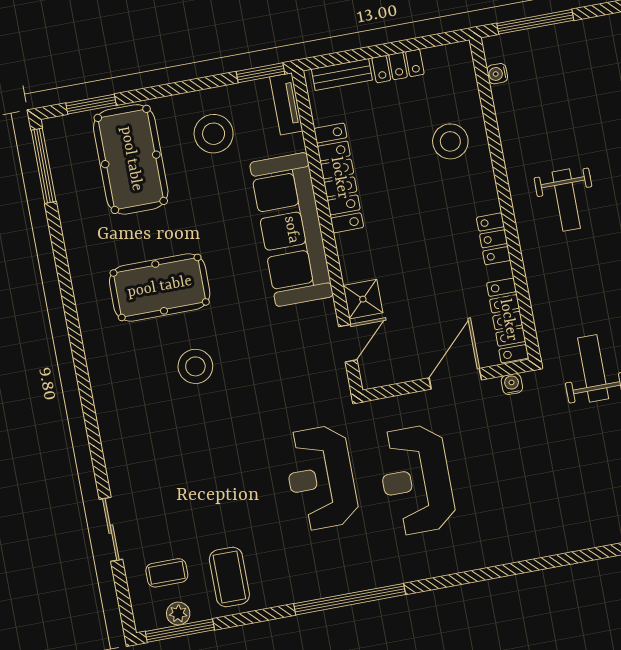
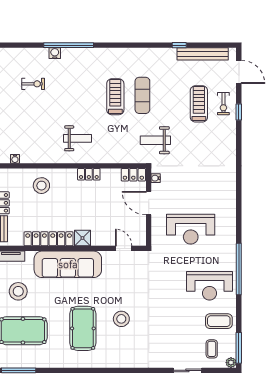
shower: (363, 299) -> (82, 238), moved
locker: (508, 320) -> (133, 175), width x0.66
reception desk: (321, 478) -> (210, 286), moved
plant: (178, 614) -> (231, 363), moved

